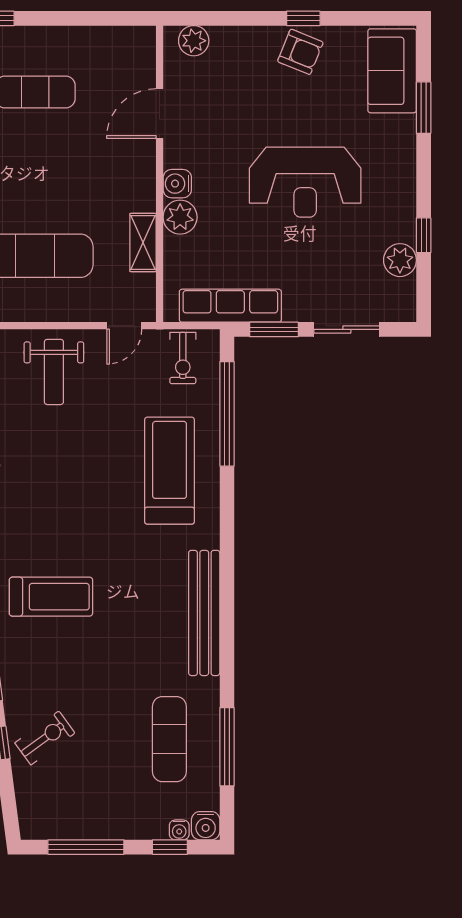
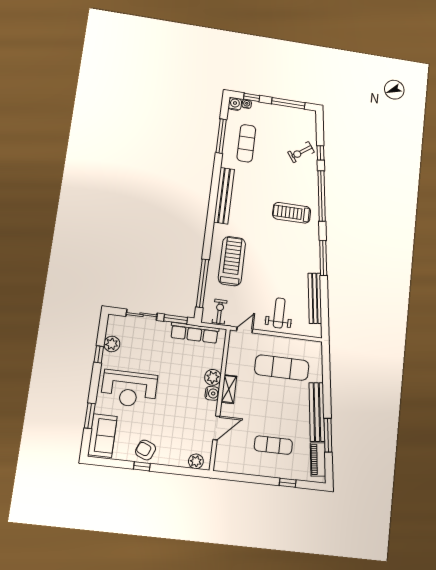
reception desk: (305, 182) -> (129, 389), moved, turned 180
shelving: (143, 243) -> (229, 389), moved
treadmill: (170, 471) -> (232, 261), turned 180

